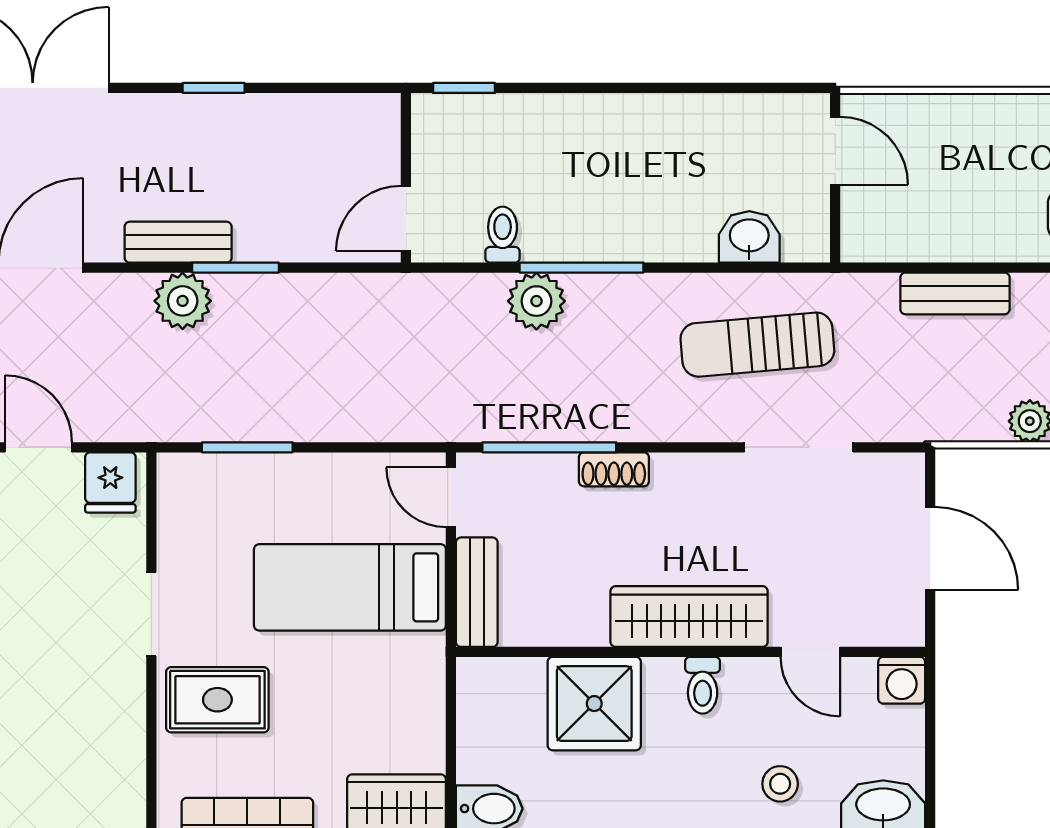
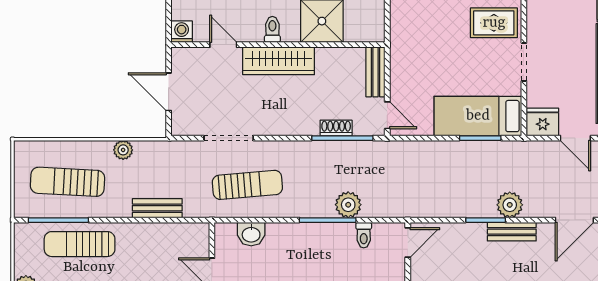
shoe rack: (614, 469) -> (336, 128), moved
fridge: (110, 482) -> (543, 122), width x1.38
bed: (350, 587) -> (478, 116), moved, turned 180

